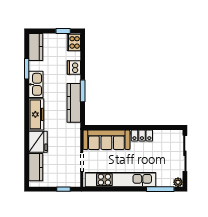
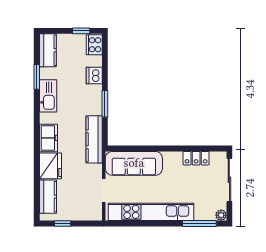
kitchen counter: (74, 103) -> (94, 139), moved
freezer: (36, 114) -> (49, 138), width x0.71
locker: (142, 135) -> (196, 158), moved
window: (63, 189) -> (63, 224), moved

